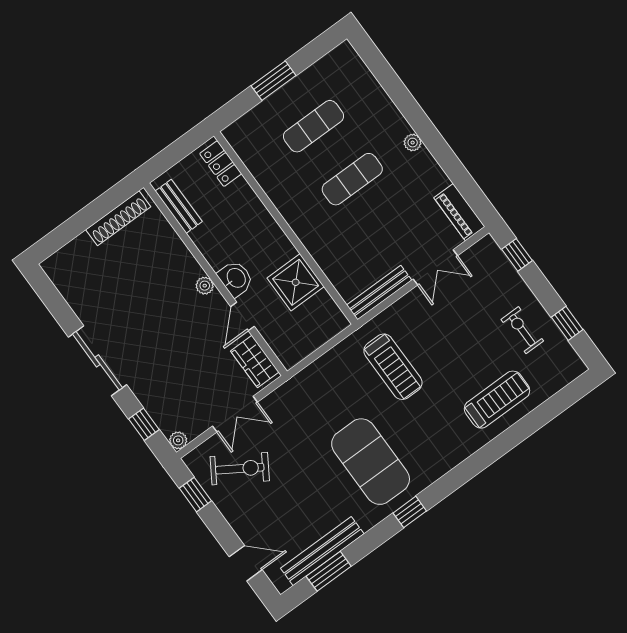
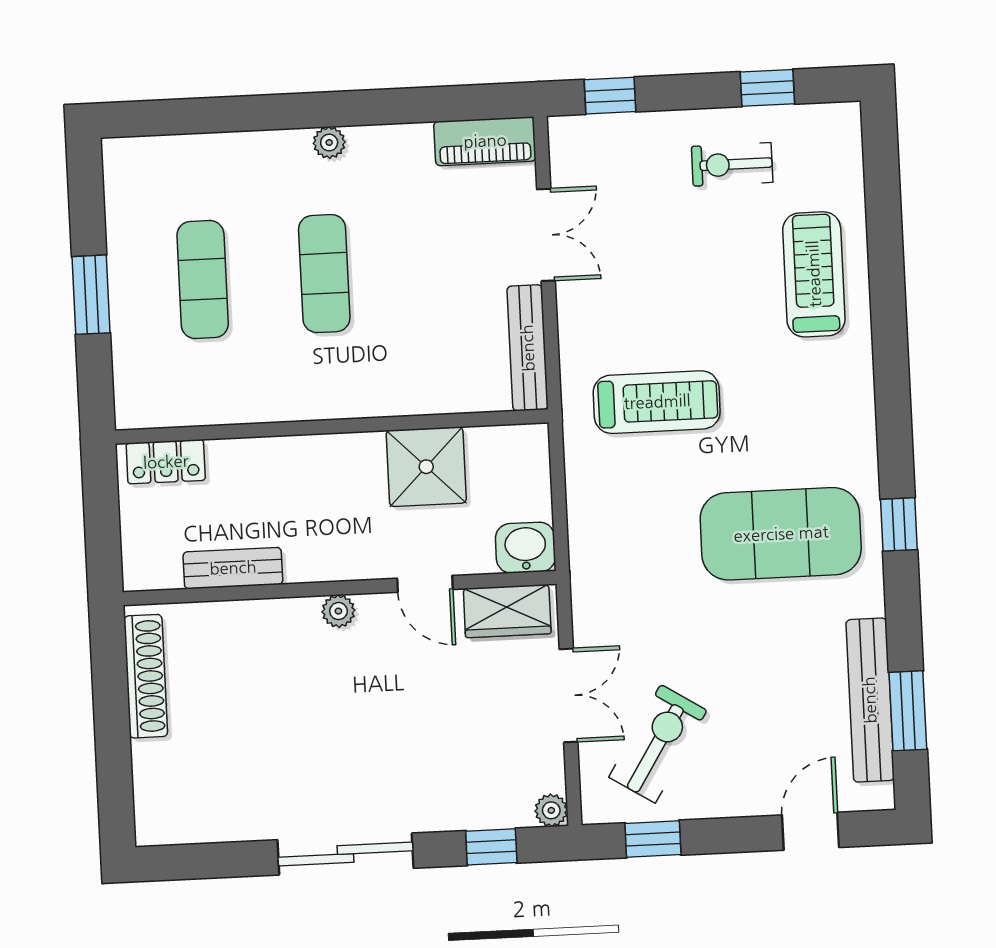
bench: (179, 206) -> (233, 568), moved
washbasin: (236, 278) -> (525, 548), moved

